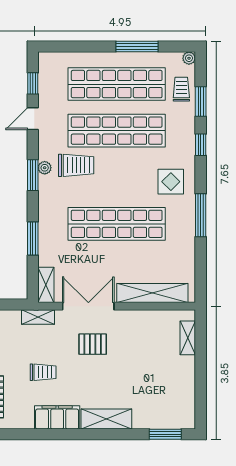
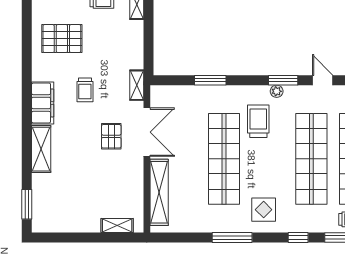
trolley: (76, 165) -> (258, 121), moved, turned 180
window: (33, 175) -> (283, 80), moved
shelving: (46, 285) -> (167, 93), removed

